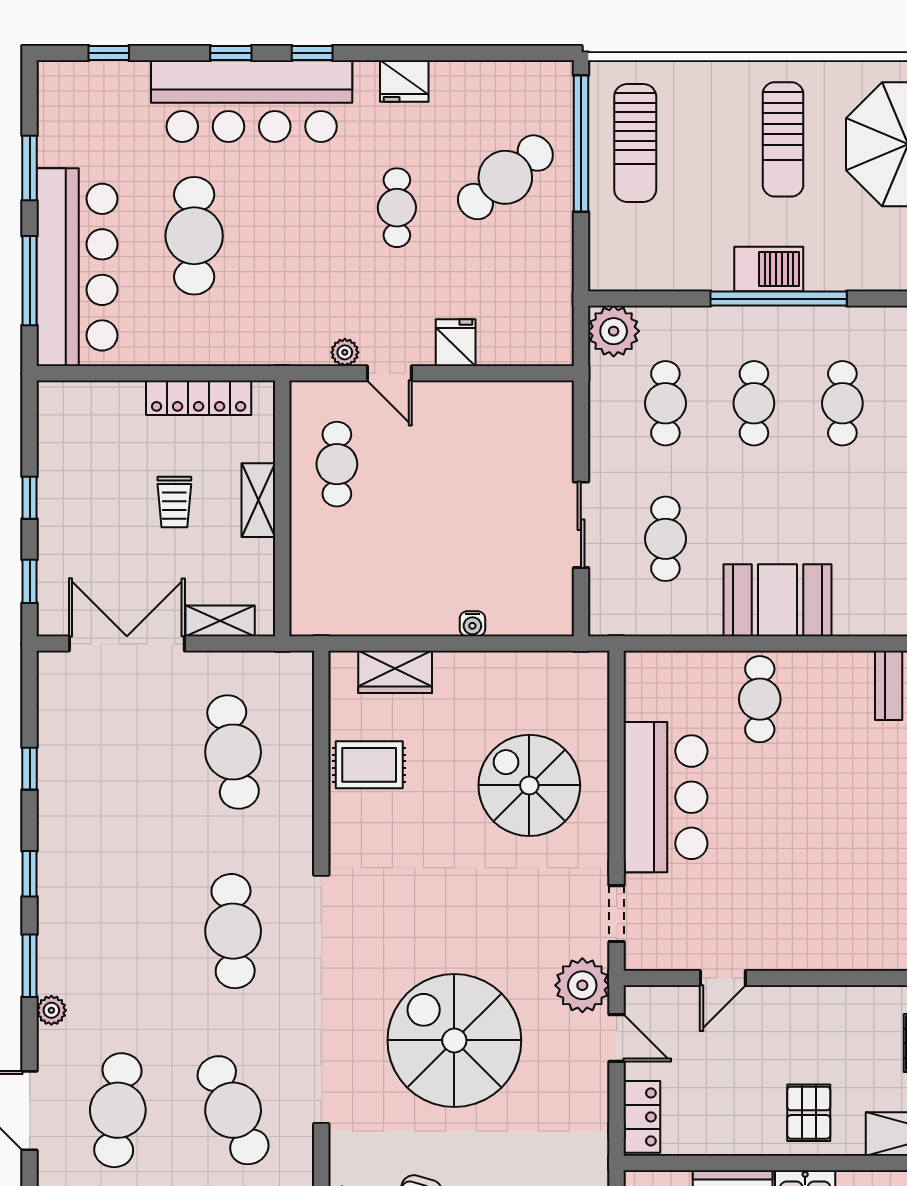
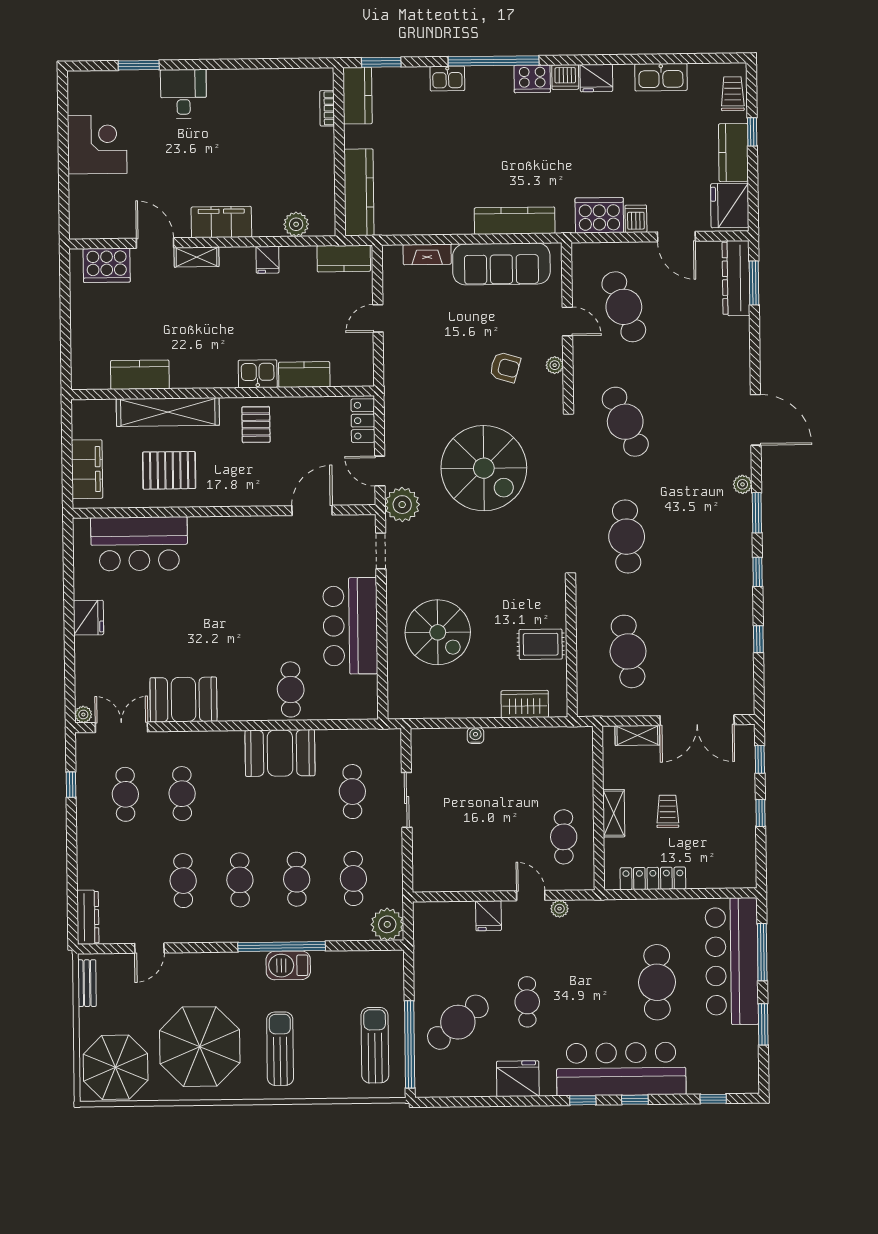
fridge: (404, 81) -> (518, 1079), width x1.36, depth x1.34
door: (723, 978) -> (312, 510), width x1.38
cafe table: (118, 1110) -> (699, 421), removed

